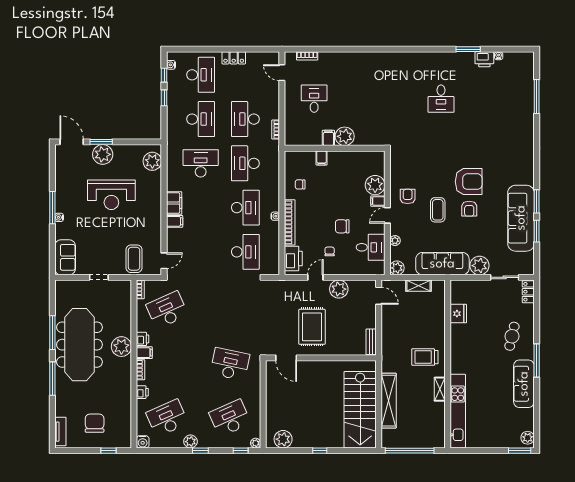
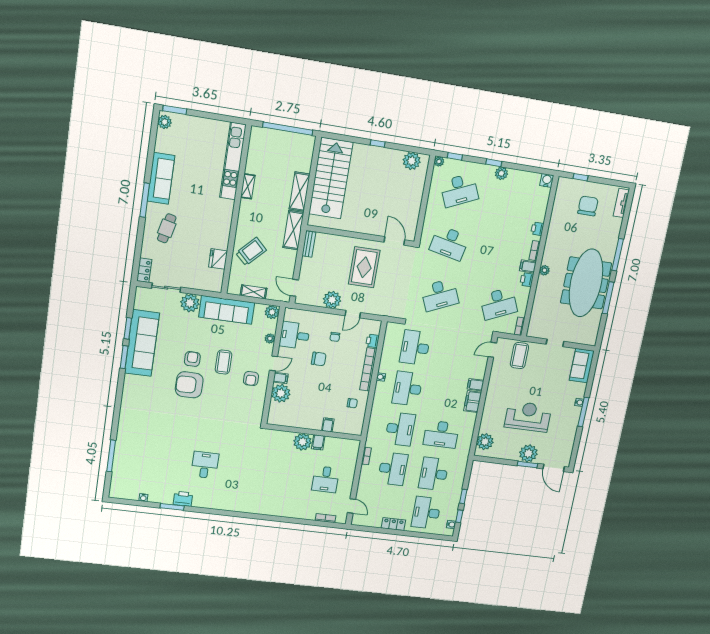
printer: (484, 59) -> (183, 499), moved
printer: (293, 259) -> (373, 341), width x0.53, depth x0.68
plant: (121, 347) -> (544, 270), width x0.53, depth x0.53
shelving: (389, 353) -> (293, 230), added
trolley: (425, 357) -> (251, 252), moved, turned -46
shelving: (389, 401) -> (300, 192), width x0.68
desk: (167, 418) -> (440, 295), moved
chair: (95, 423) -> (588, 206), turned 180

